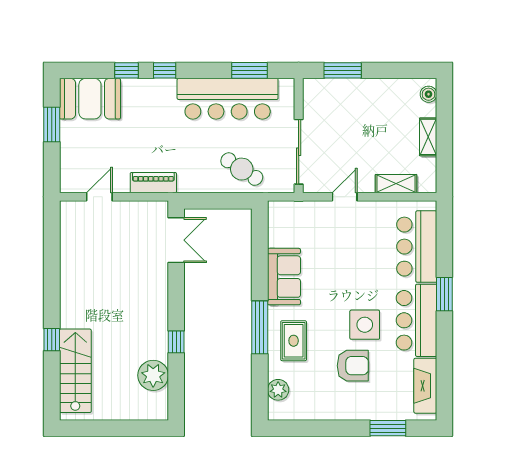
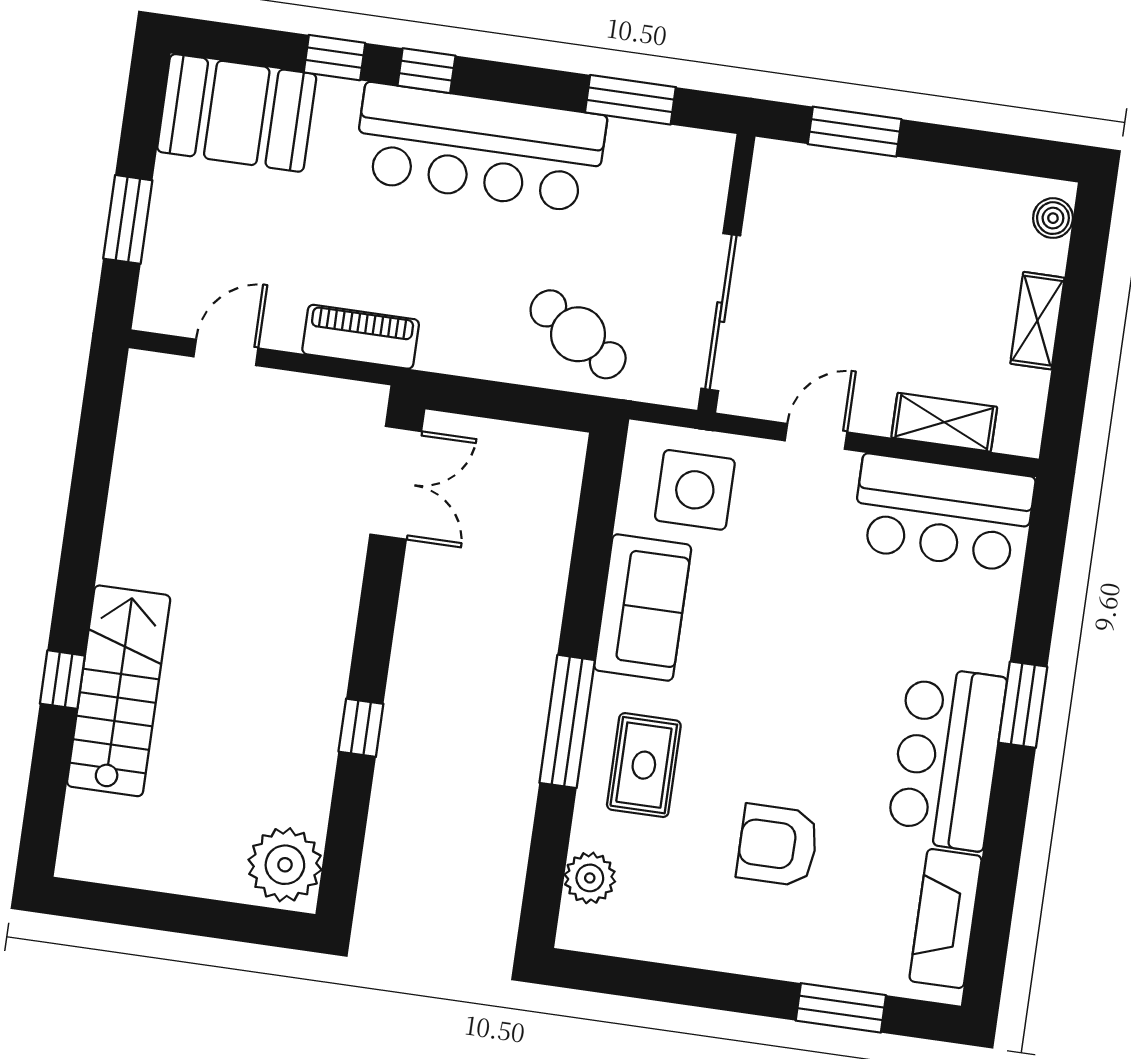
bar counter: (228, 99) -> (480, 148), moved
window: (52, 125) -> (128, 219), moved
bar counter: (417, 247) -> (943, 513), moved, turned -90
side table: (365, 325) -> (695, 490), moved
armchair: (353, 366) -> (778, 845), turned 180
stairs: (75, 371) -> (119, 691), moved
plant: (153, 375) -> (285, 865), moved

